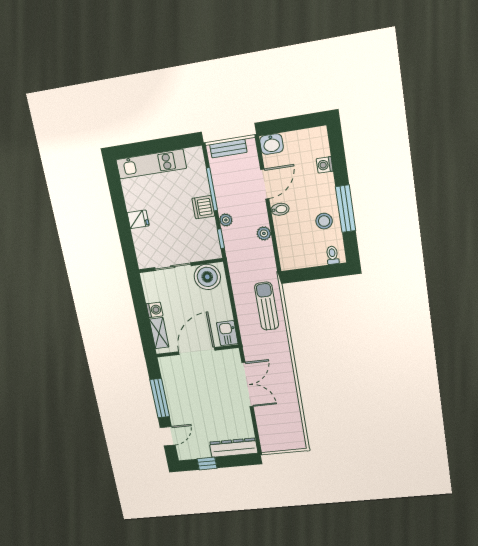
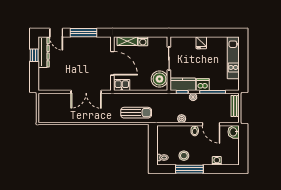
kitchen counter: (209, 239) -> (183, 84), added
dresser: (233, 448) -> (44, 52), moved

